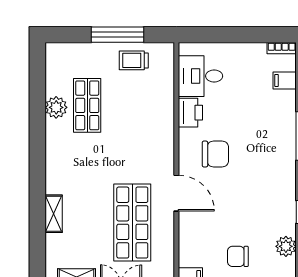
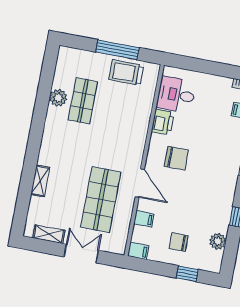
trolley: (134, 60) -> (126, 72), width x1.36, depth x1.39
filing cabinet: (190, 236) -> (144, 219), added

